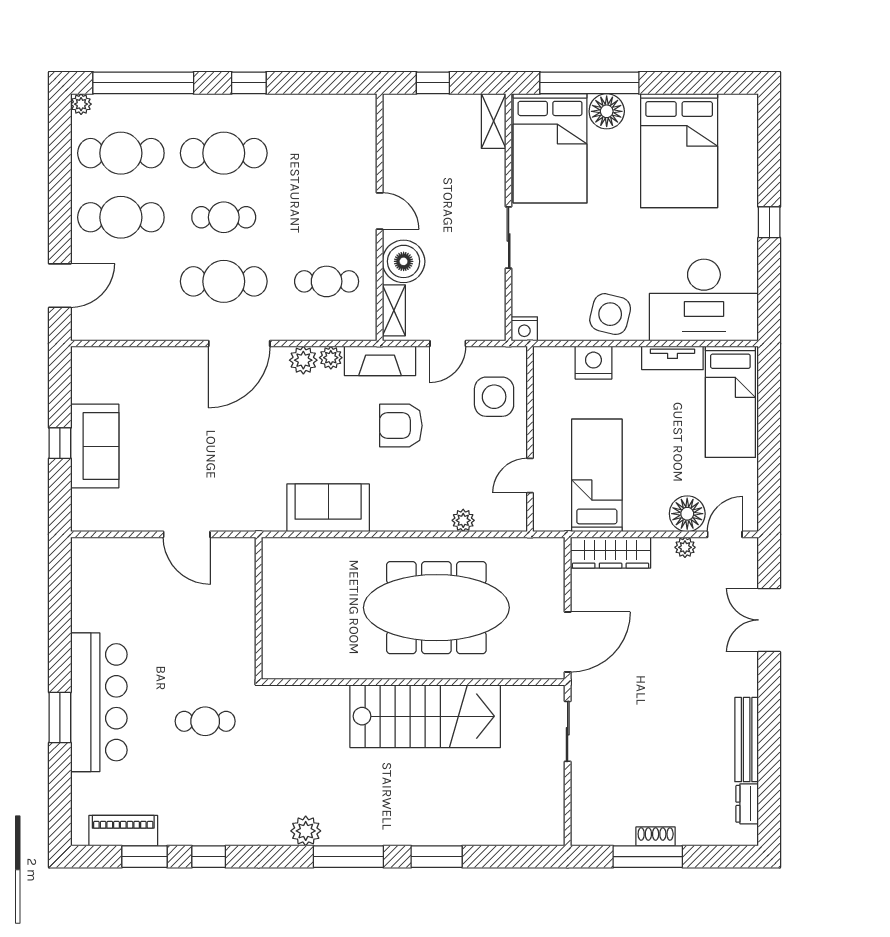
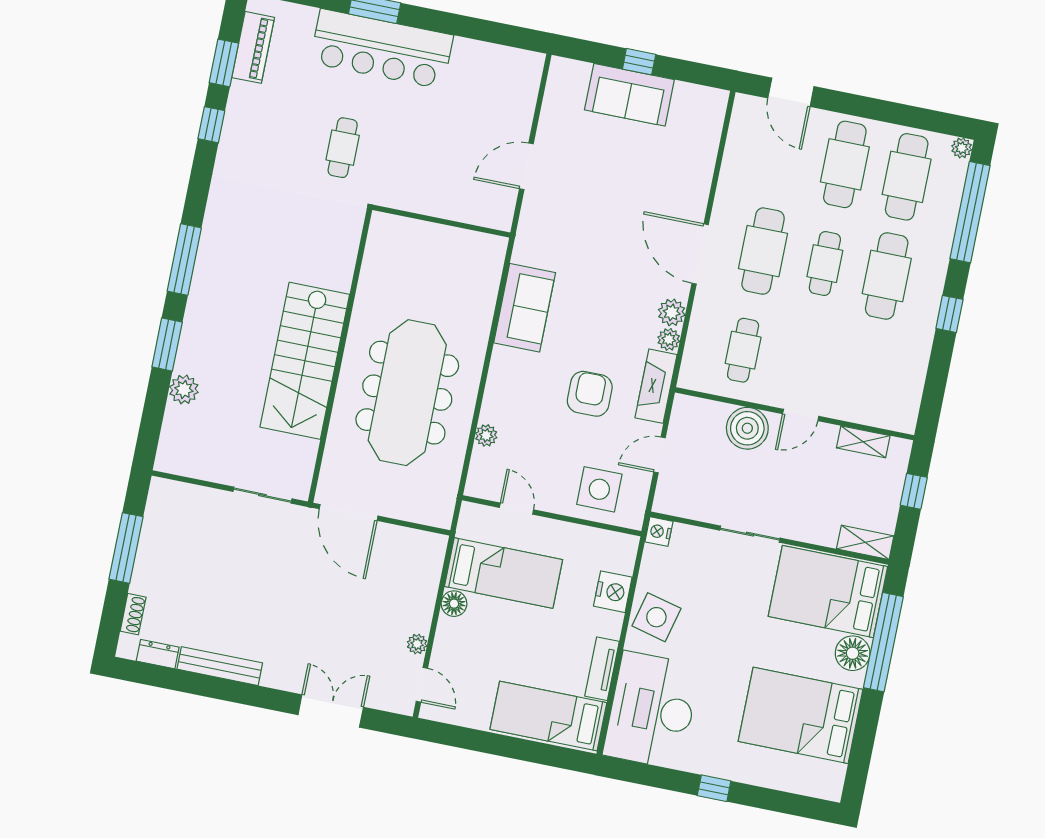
shelving: (394, 310) -> (863, 442), moved
door: (448, 344) -> (660, 455), hinge flipped
floor lamp: (687, 514) -> (454, 604), moved, width x0.73, depth x0.73
wardrobe: (611, 553) -> (427, 571), removed
plant: (306, 831) -> (184, 389), moved
shoe rack: (656, 836) -> (133, 614), moved

